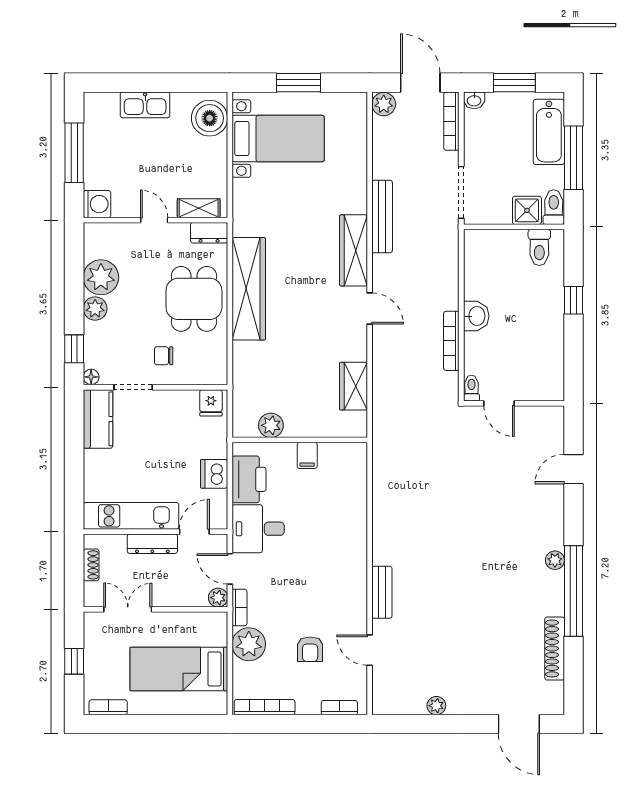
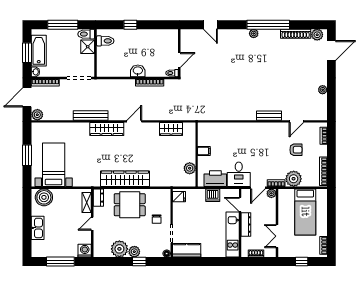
bathtub: (549, 132) -> (39, 51), moved, turned -90
window: (74, 349) -> (139, 262), moved
plant: (552, 694) -> (317, 35), added

